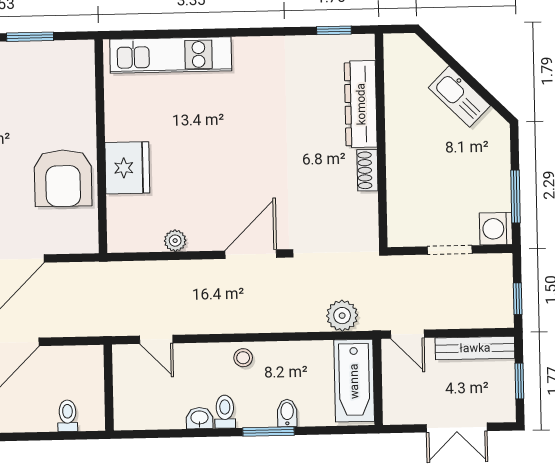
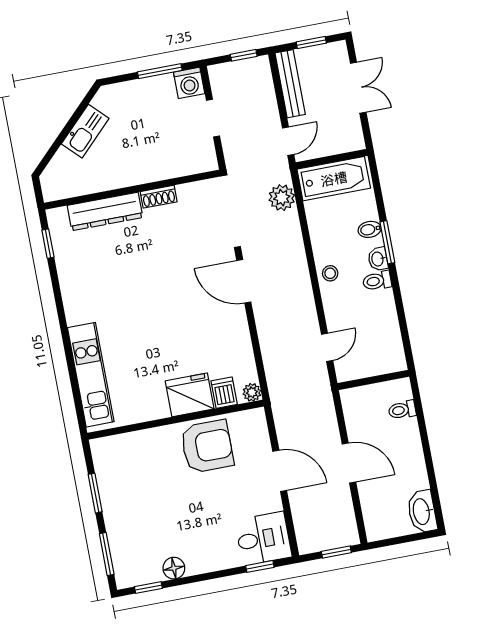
dishwasher: (123, 209) -> (224, 393), added
plant: (175, 241) -> (252, 392), moved
washbasin: (199, 418) -> (378, 259), moved

